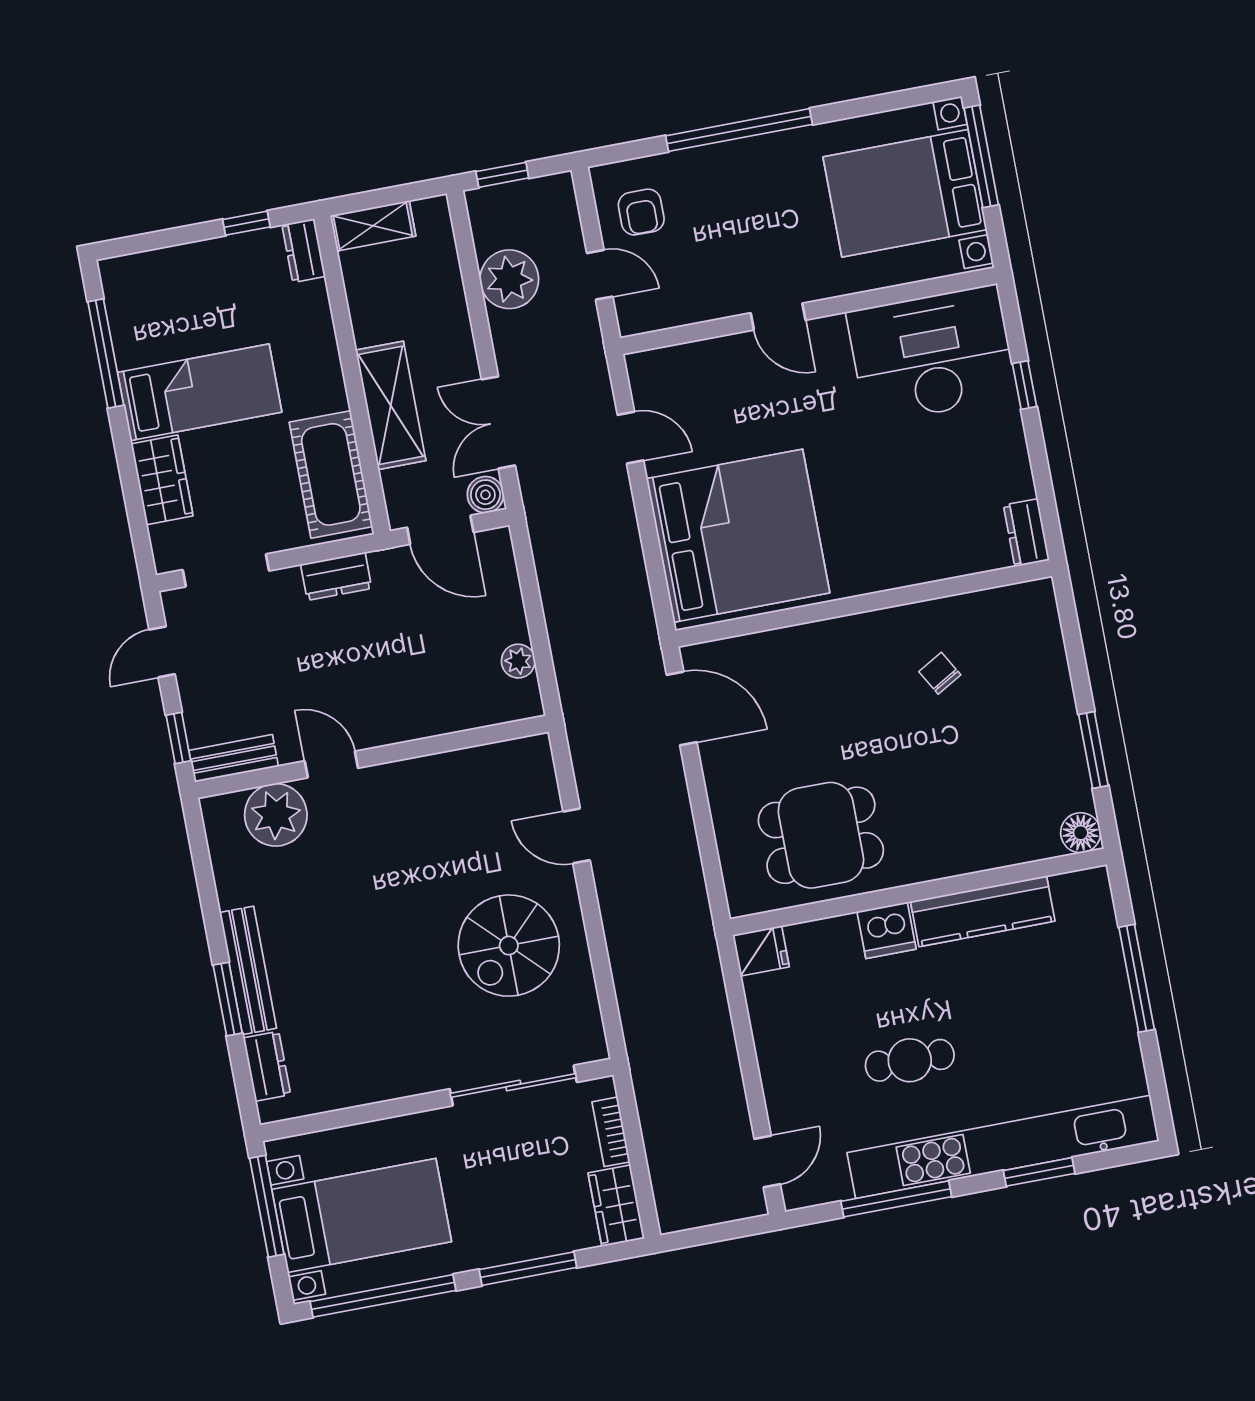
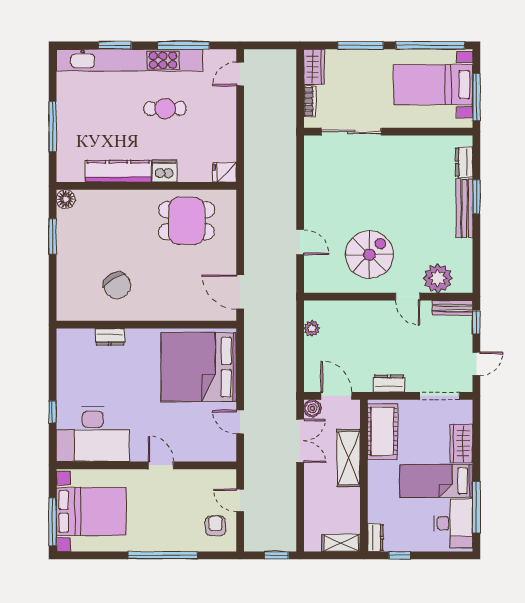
plant: (509, 279) -> (282, 506), removed
desk: (147, 311) -> (453, 523), added
dresser: (1026, 533) -> (110, 337), moved, turned 90
chair: (940, 673) -> (117, 286), width x1.87, depth x1.87
spiral stairs: (509, 946) -> (369, 255), moved

